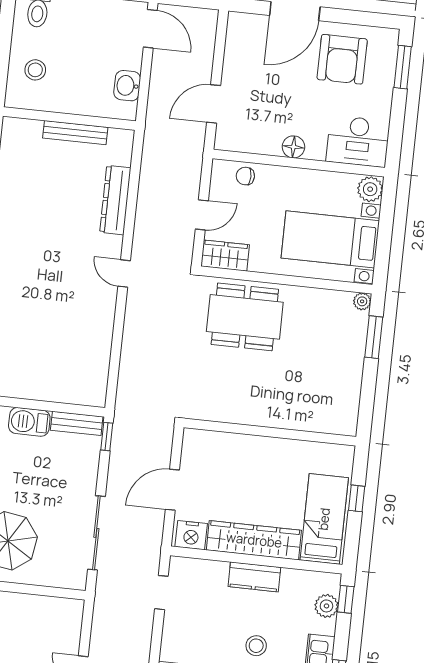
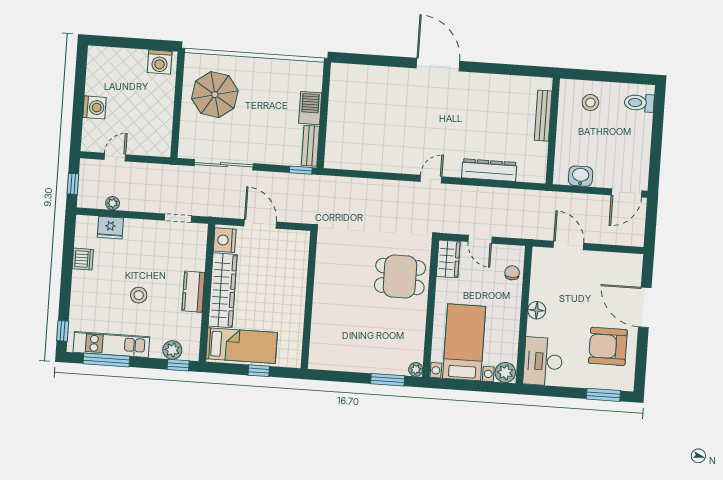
bench: (75, 133) -> (543, 116), moved
dining table: (245, 317) -> (400, 277), width x0.73

